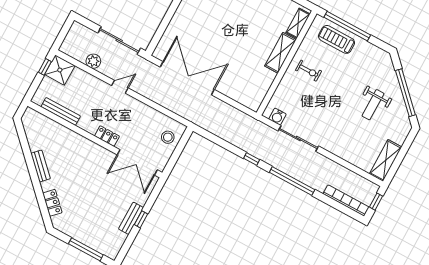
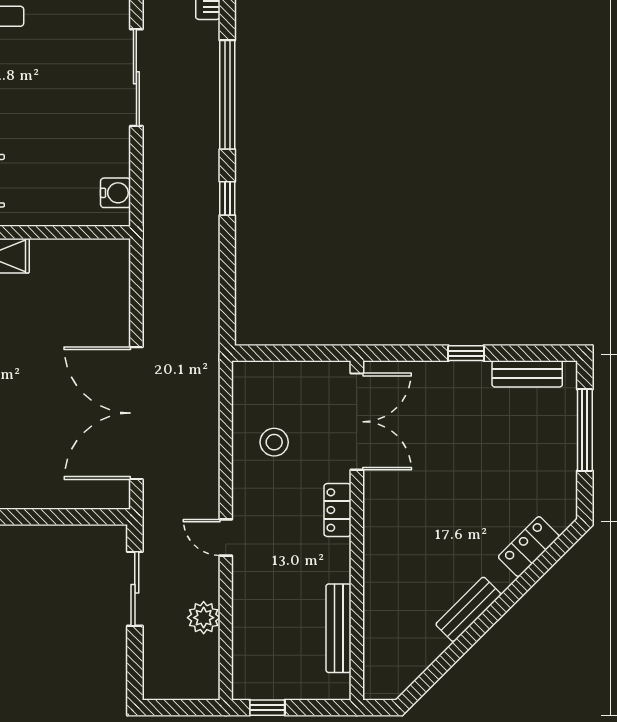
sliding door: (119, 40) -> (135, 589), width x0.73
shower: (60, 70) -> (257, 675), removed
stool: (168, 137) -> (274, 442), moved
sliding door: (298, 139) -> (136, 78), moved
bench: (131, 218) -> (527, 374), moved

